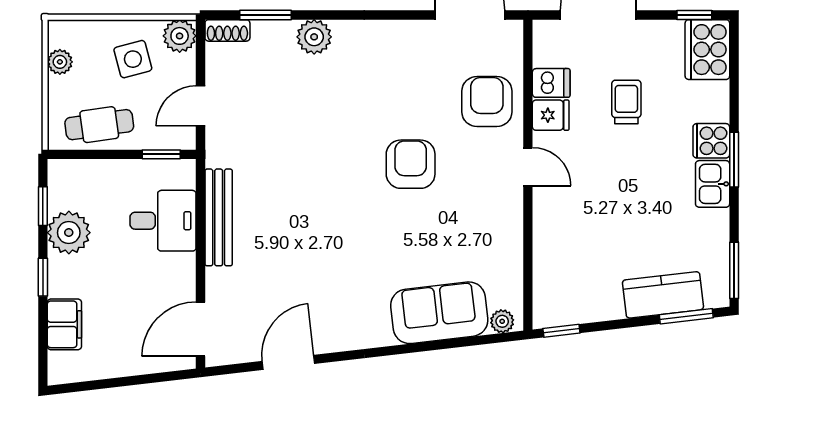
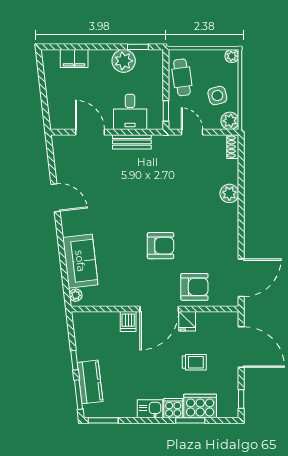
window: (265, 15) -> (241, 167), removed
cooker: (707, 50) -> (200, 406), moved
plant: (60, 62) -> (232, 56), moved
dishwasher: (551, 83) -> (128, 322), moved
window: (734, 160) -> (190, 420), moved
door: (528, 167) -> (159, 309), width x1.88
bench: (219, 217) -> (132, 142), width x0.73
window: (43, 277) -> (100, 47), removed
door: (201, 329) -> (90, 132), moved
window: (561, 331) -> (74, 360), moved
door: (288, 362) -> (56, 198), moved

